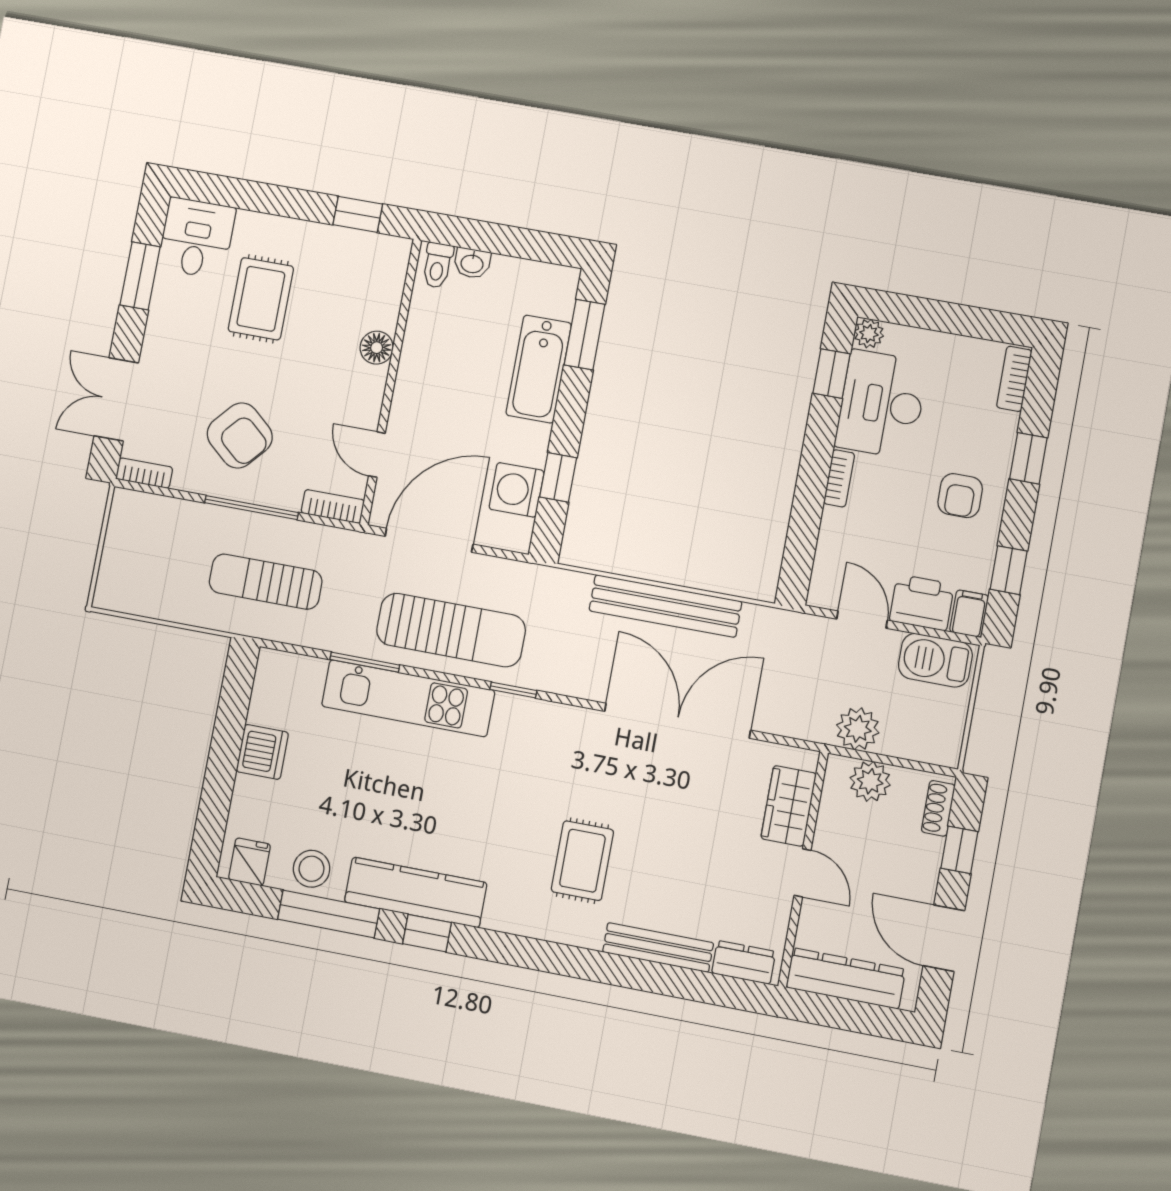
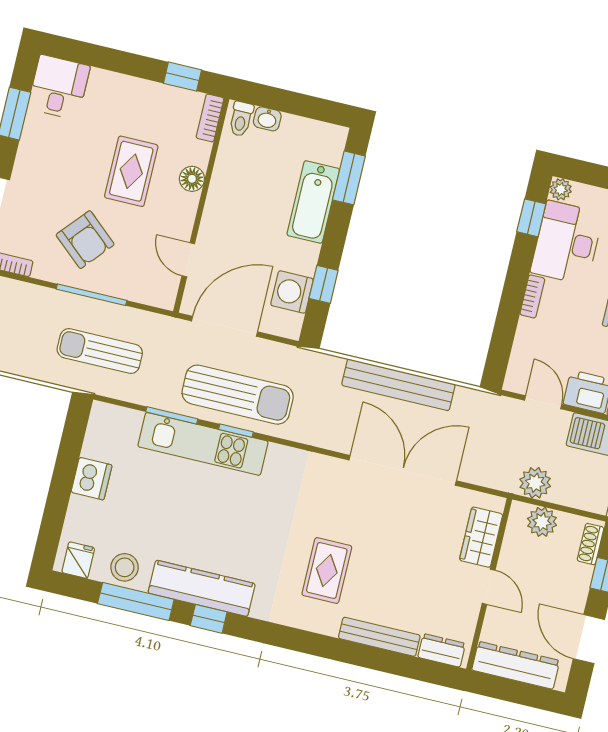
rug: (261, 299) -> (131, 171), moved
bookcase: (333, 506) -> (210, 118), moved, turned -90
window: (513, 690) -> (236, 431), moved

